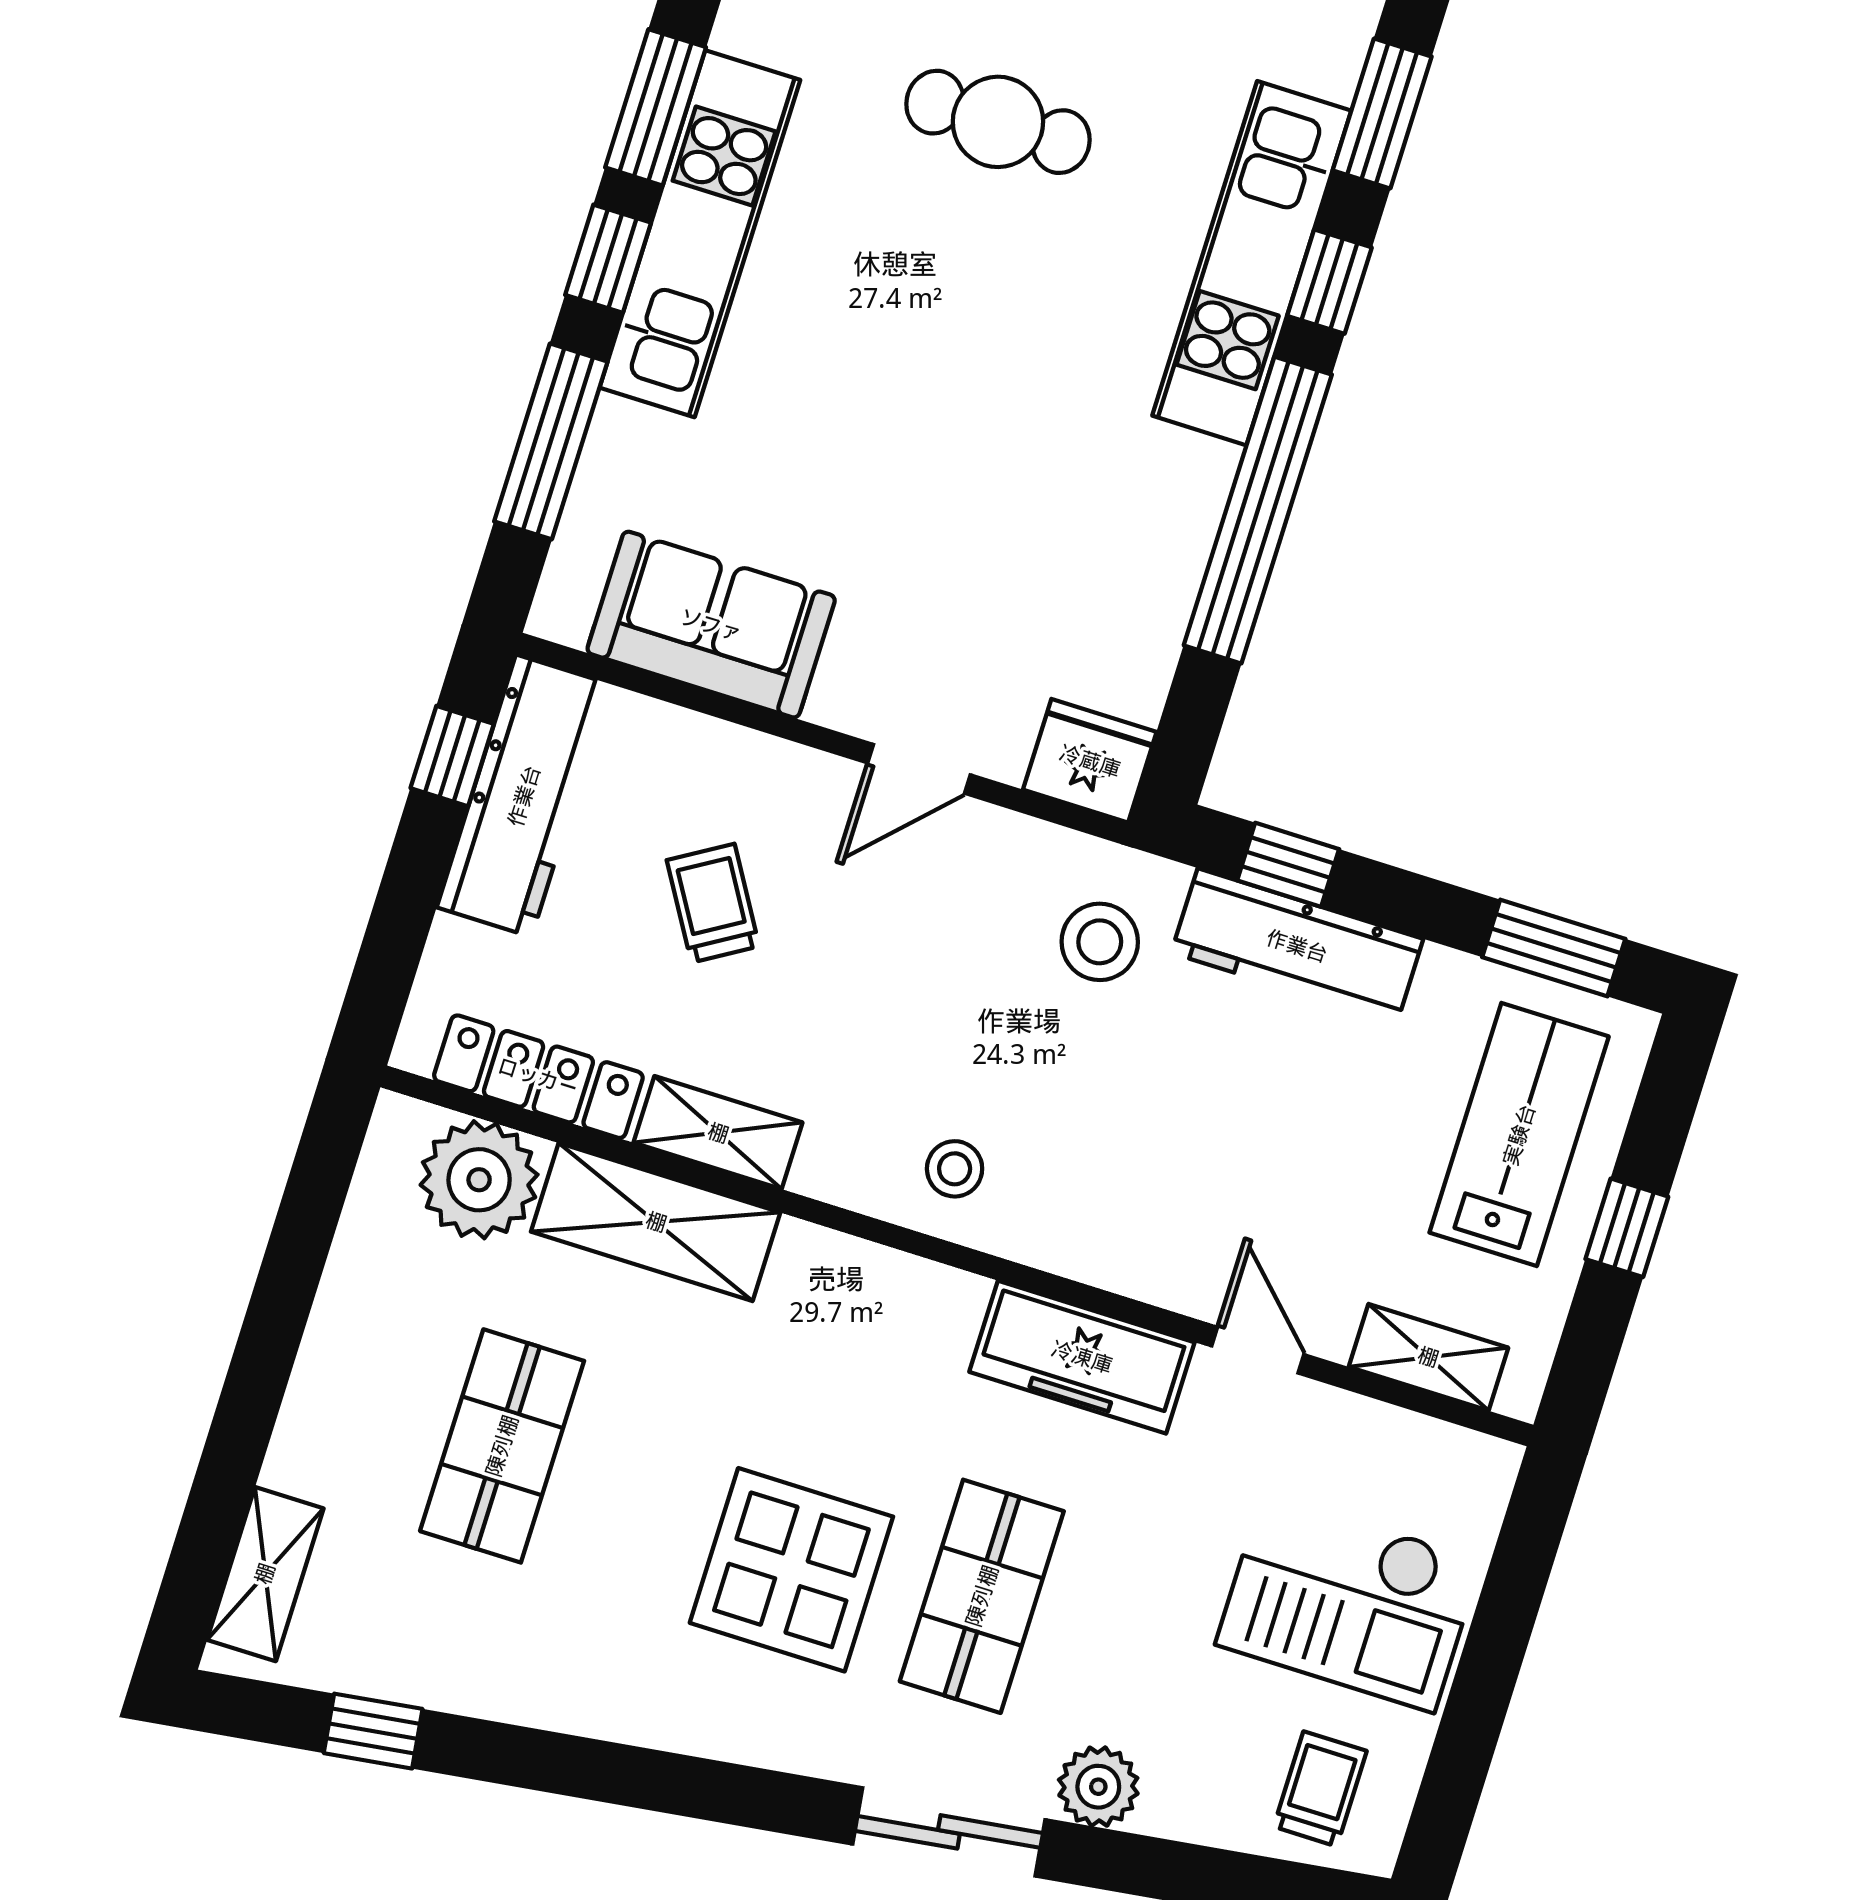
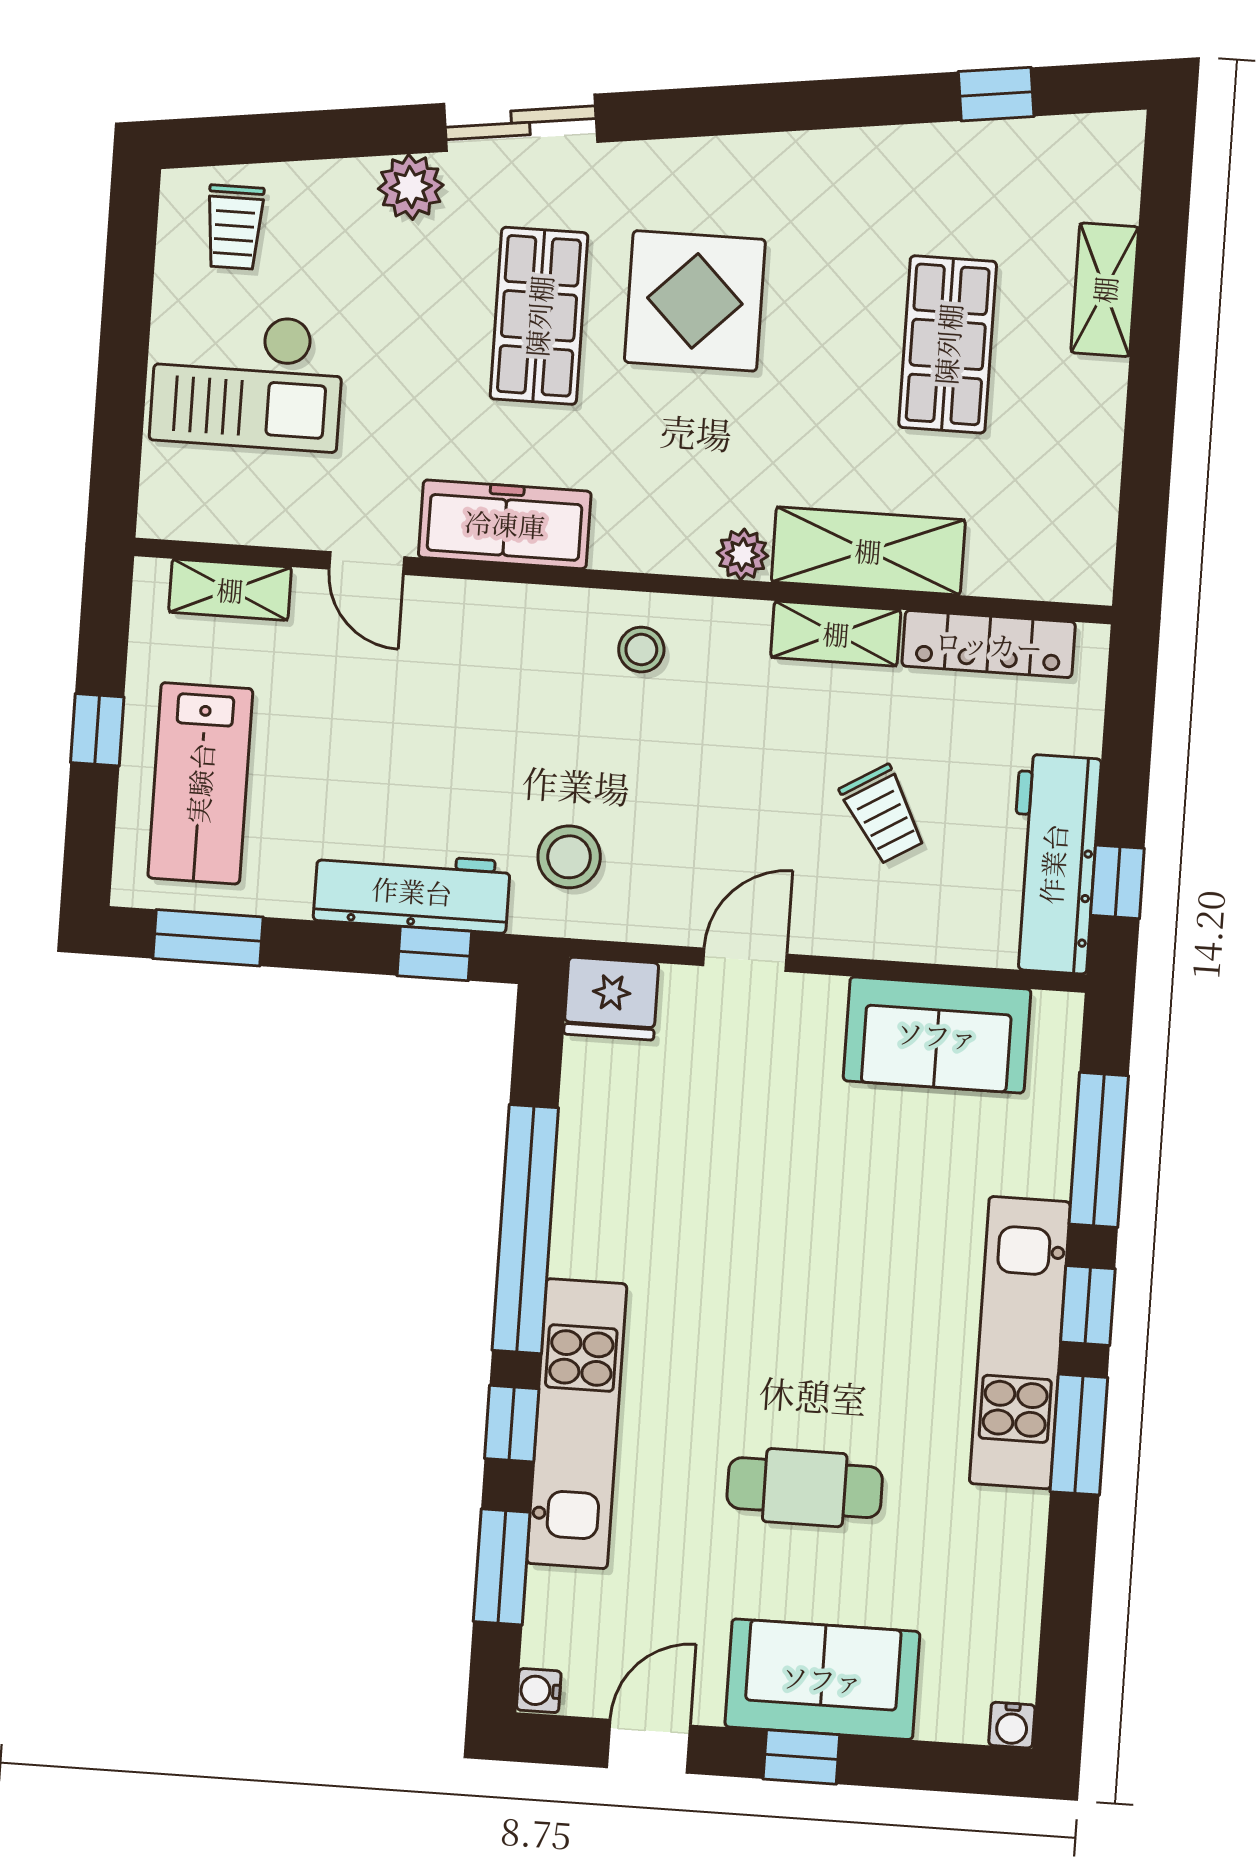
plant: (479, 1180) -> (743, 554), moved, width x0.53, depth x0.53
shelving: (265, 1574) -> (1105, 290), moved
checkout: (1349, 1602) -> (247, 381), turned 180

